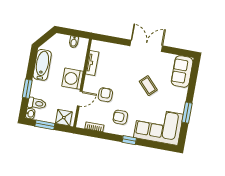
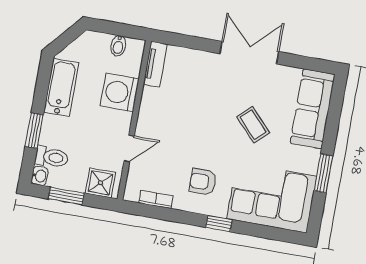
tv unit: (92, 63) -> (155, 64), moved
sofa: (182, 71) -> (313, 109), width x1.36
washing machine: (73, 79) -> (120, 92), moved
armchair: (105, 95) -> (176, 141), removed

